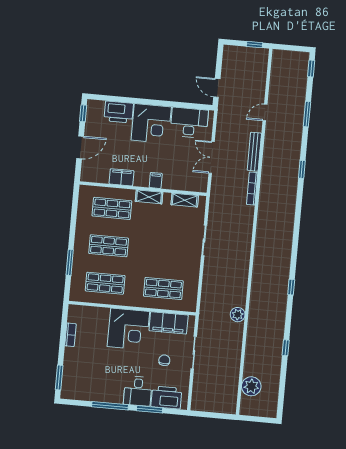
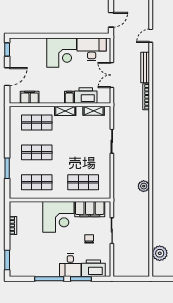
door: (217, 88) -> (111, 20), swing flipped
printer: (119, 112) -> (86, 96), moved, turned 180
filing cabinet: (121, 177) -> (30, 97), moved
plant: (238, 315) -> (144, 186), moved

